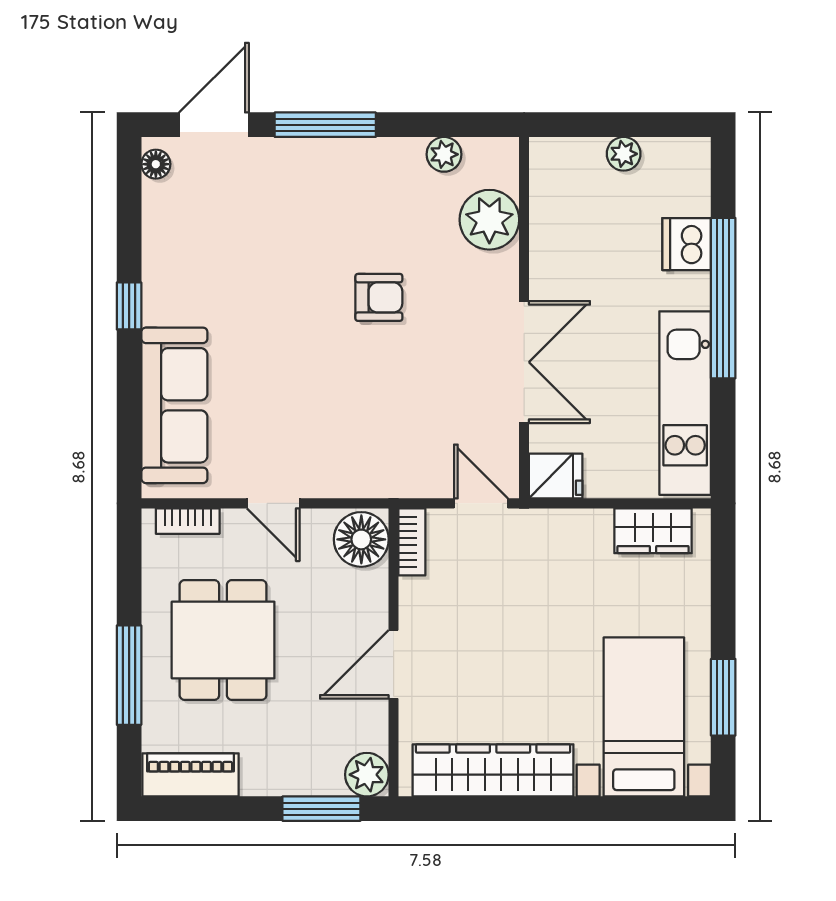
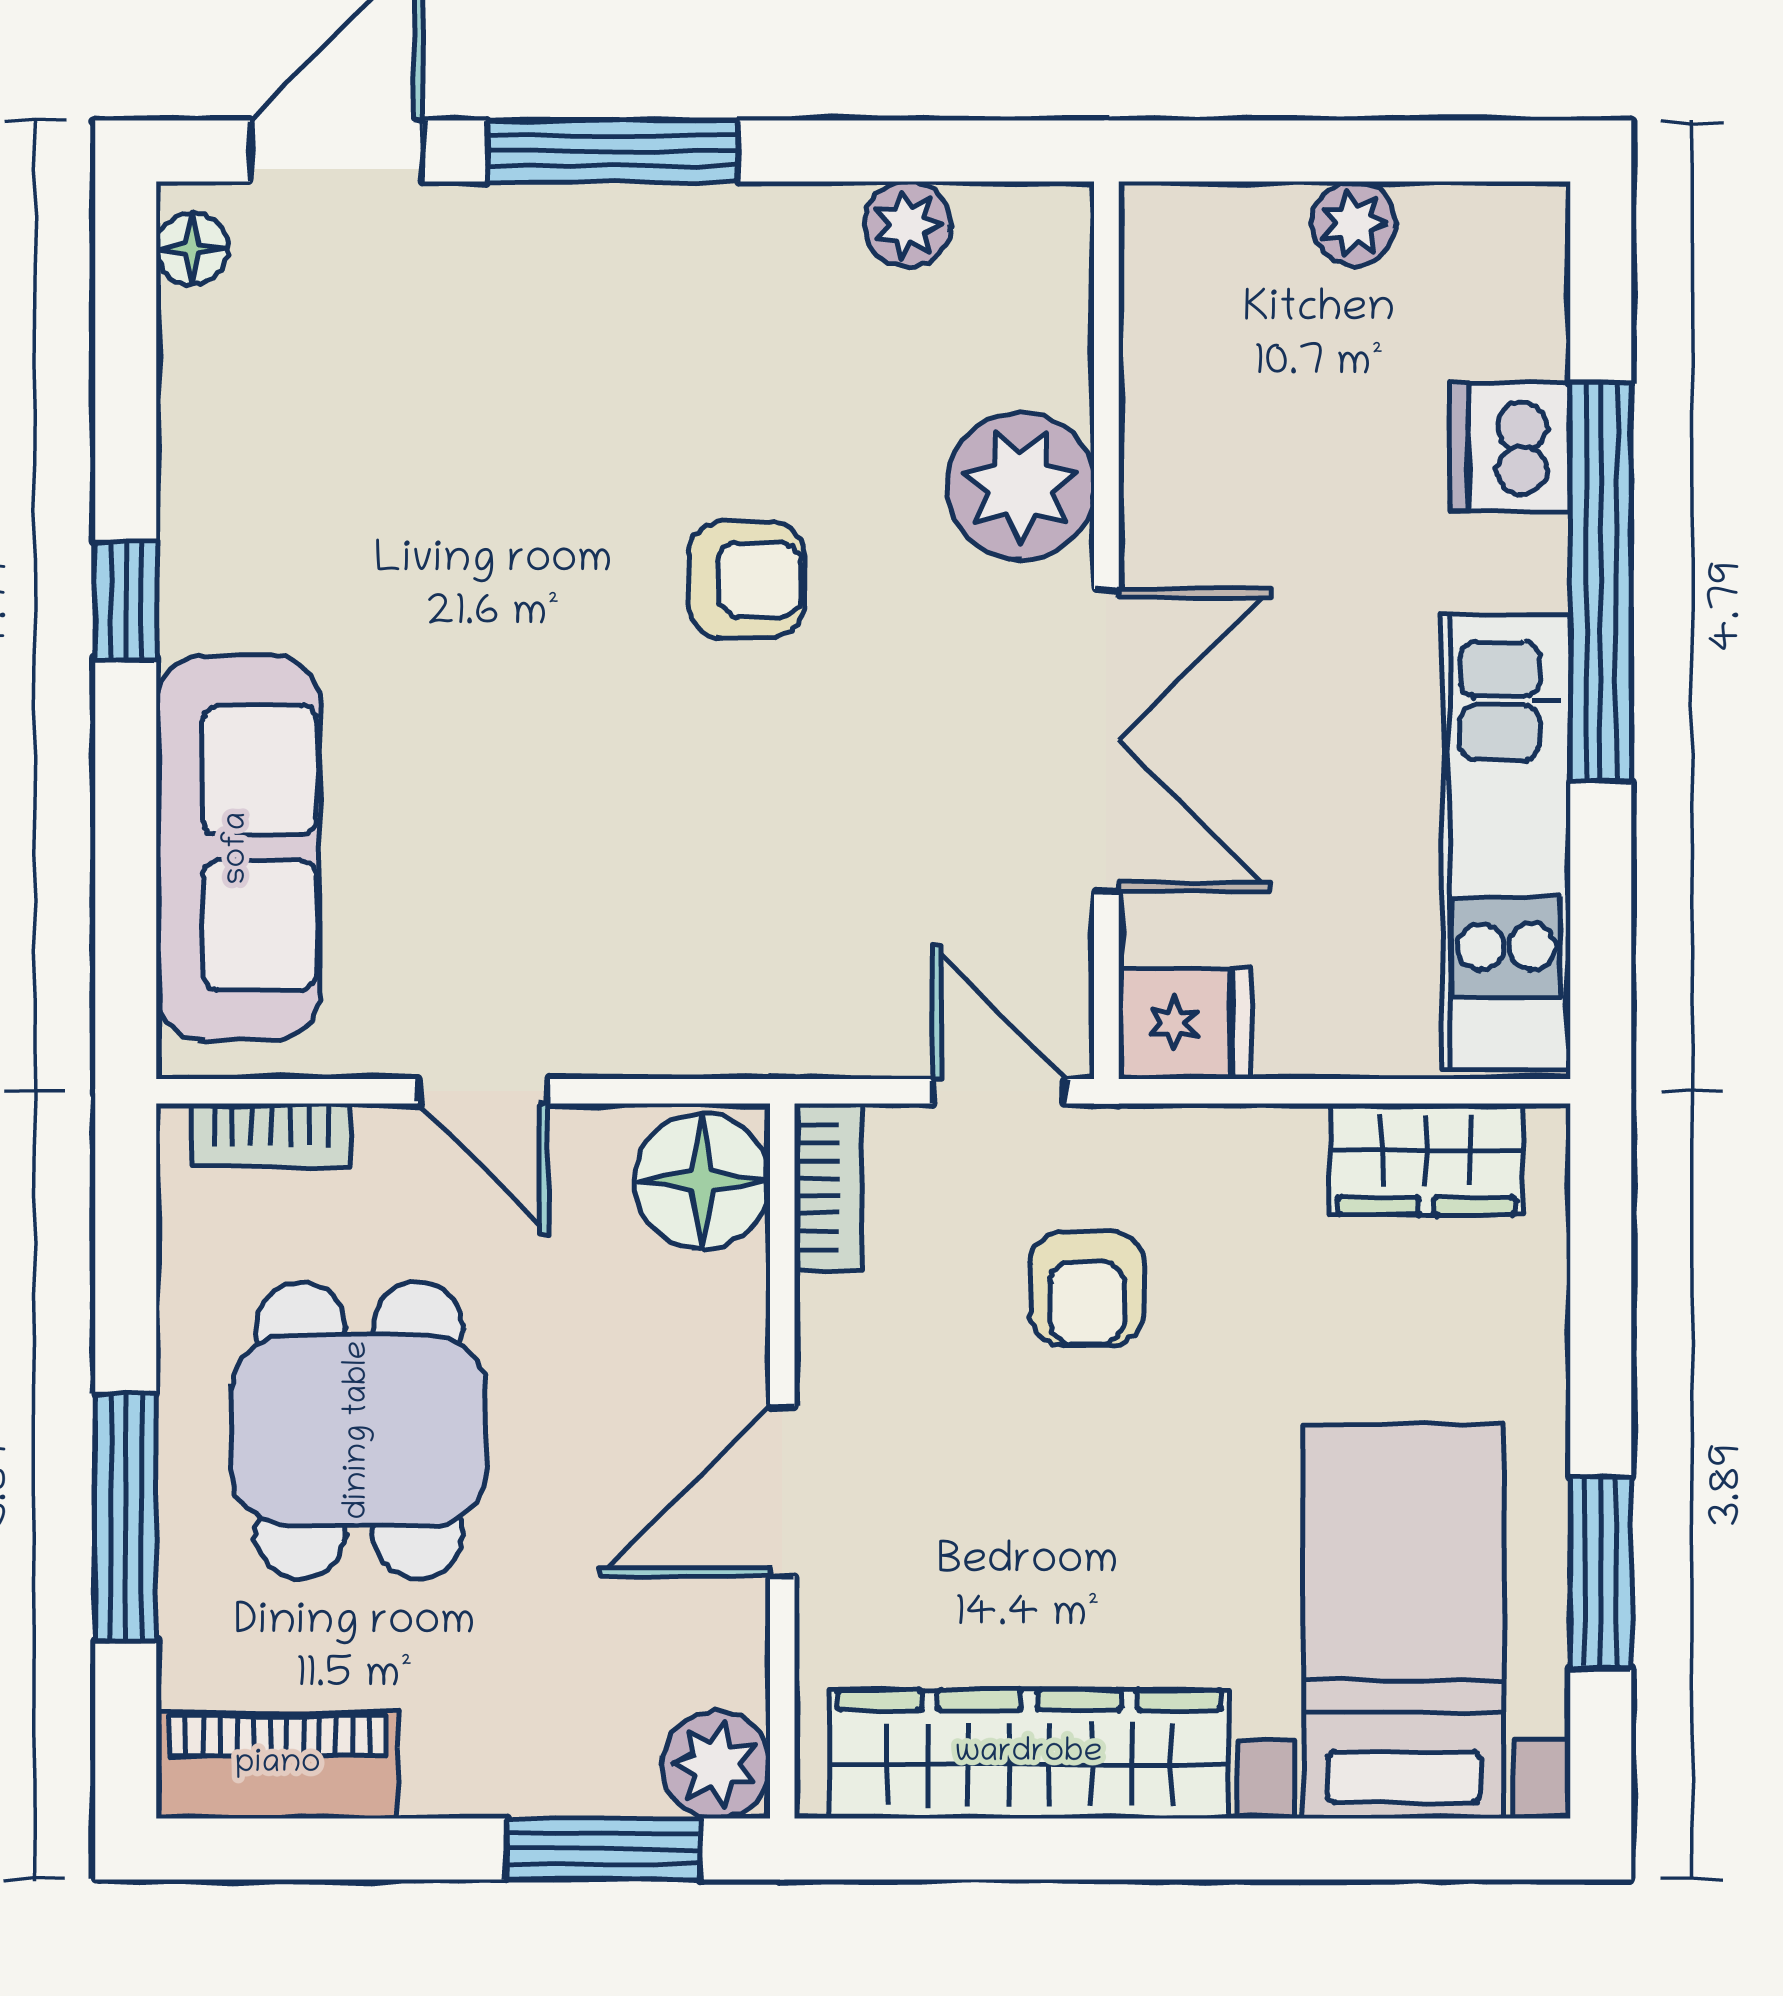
plant: (489, 220) -> (1020, 486), moved
armchair: (516, 583) -> (1087, 1289), added

